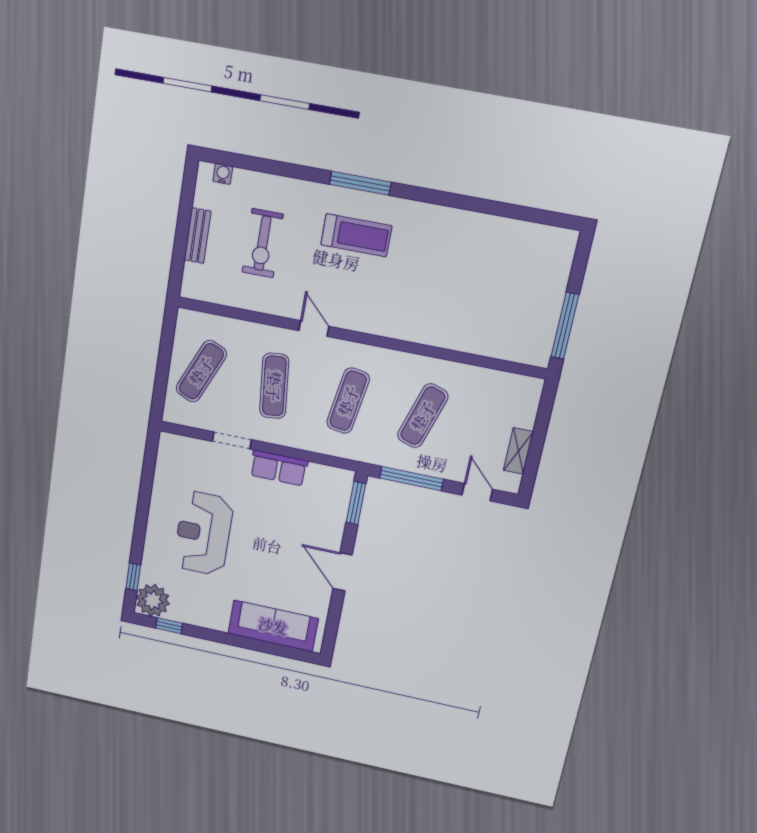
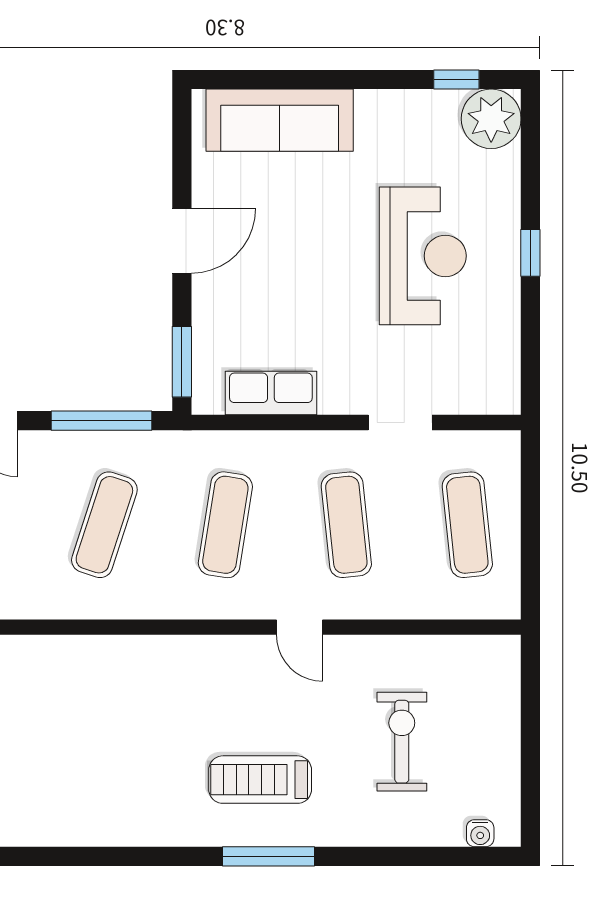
bench: (198, 236) -> (505, 734), removed
exercise mat: (201, 371) -> (467, 525), turned -30
row of seats: (279, 468) -> (271, 393), moved
door: (342, 572) -> (182, 241), hinge flipped
window: (133, 577) -> (530, 253), moved

